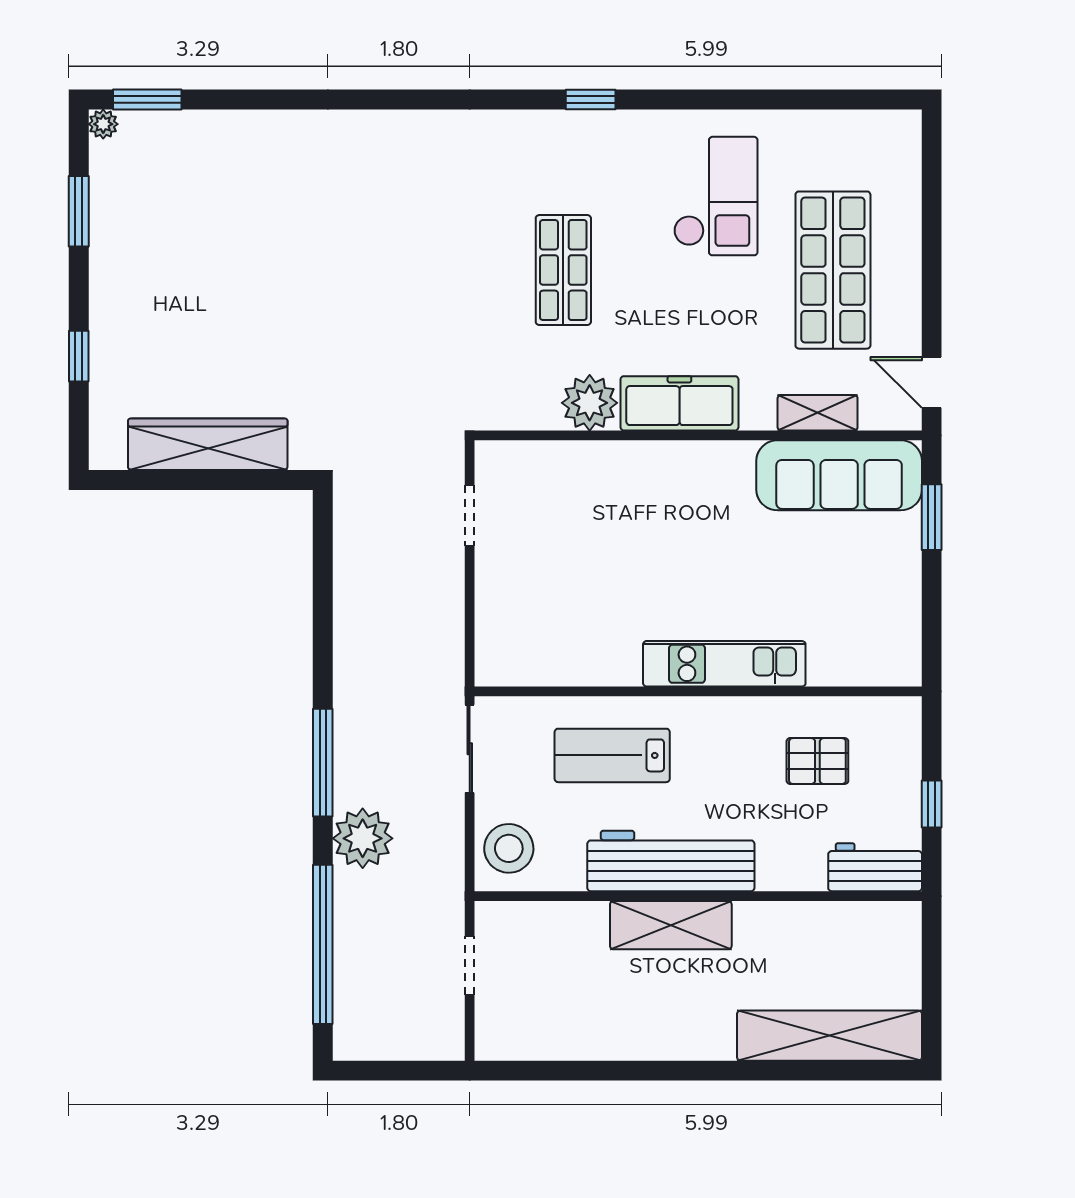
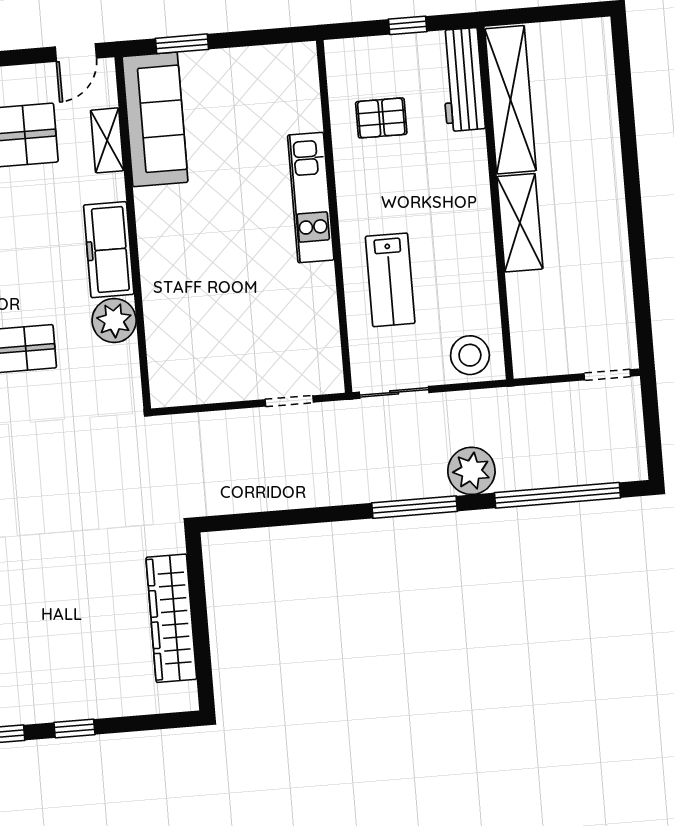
window: (79, 356) -> (74, 728), moved
doorway: (470, 516) -> (289, 401), moved
pallet: (817, 761) -> (381, 118), turned 90
workbench: (671, 861) -> (469, 227), removed
workbench: (875, 867) -> (462, 80), width x1.38
doorway: (470, 965) -> (607, 375), moved
shelving: (829, 1036) -> (510, 100), moved

